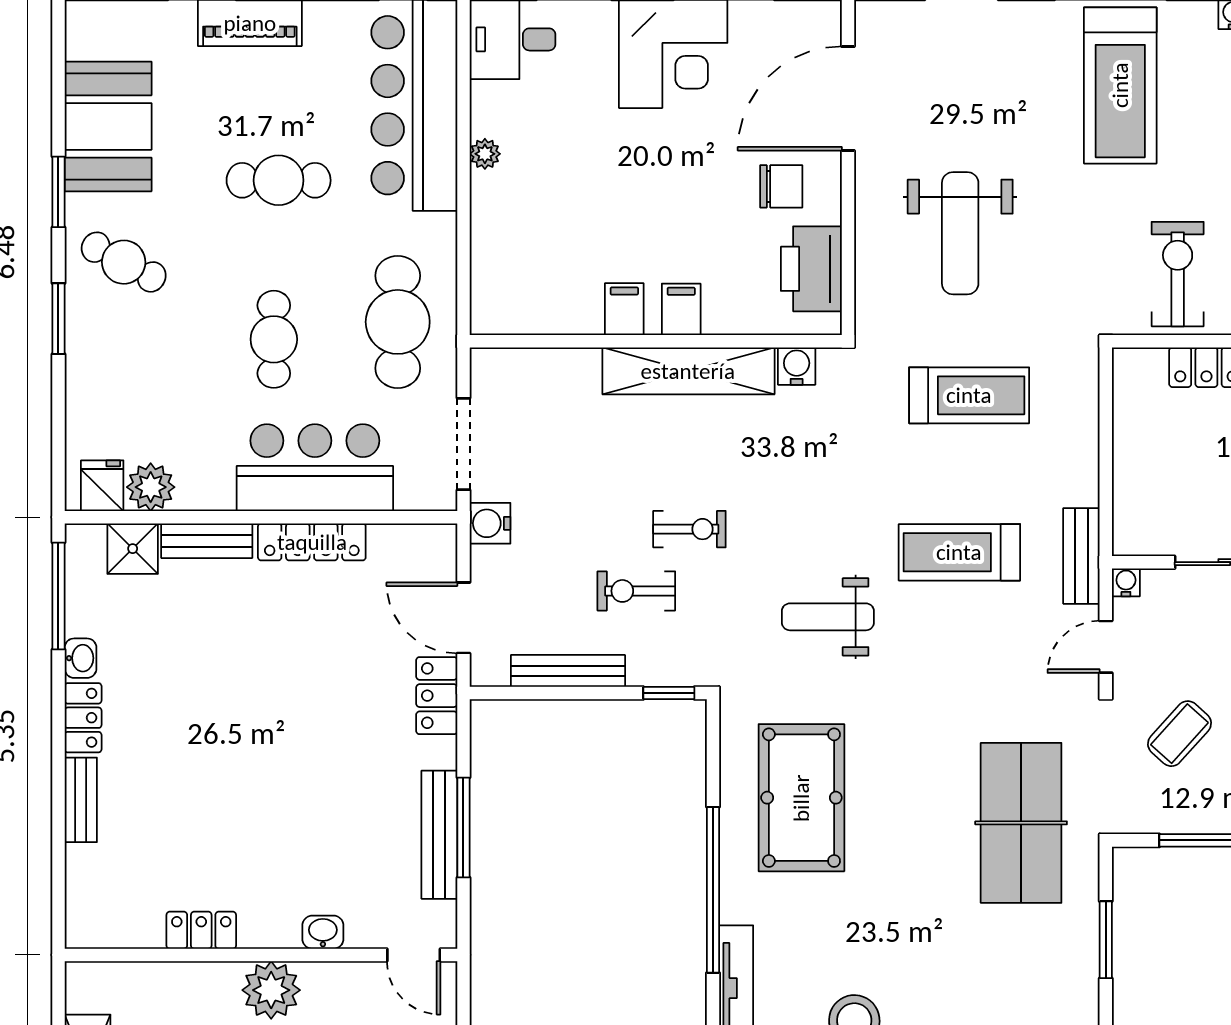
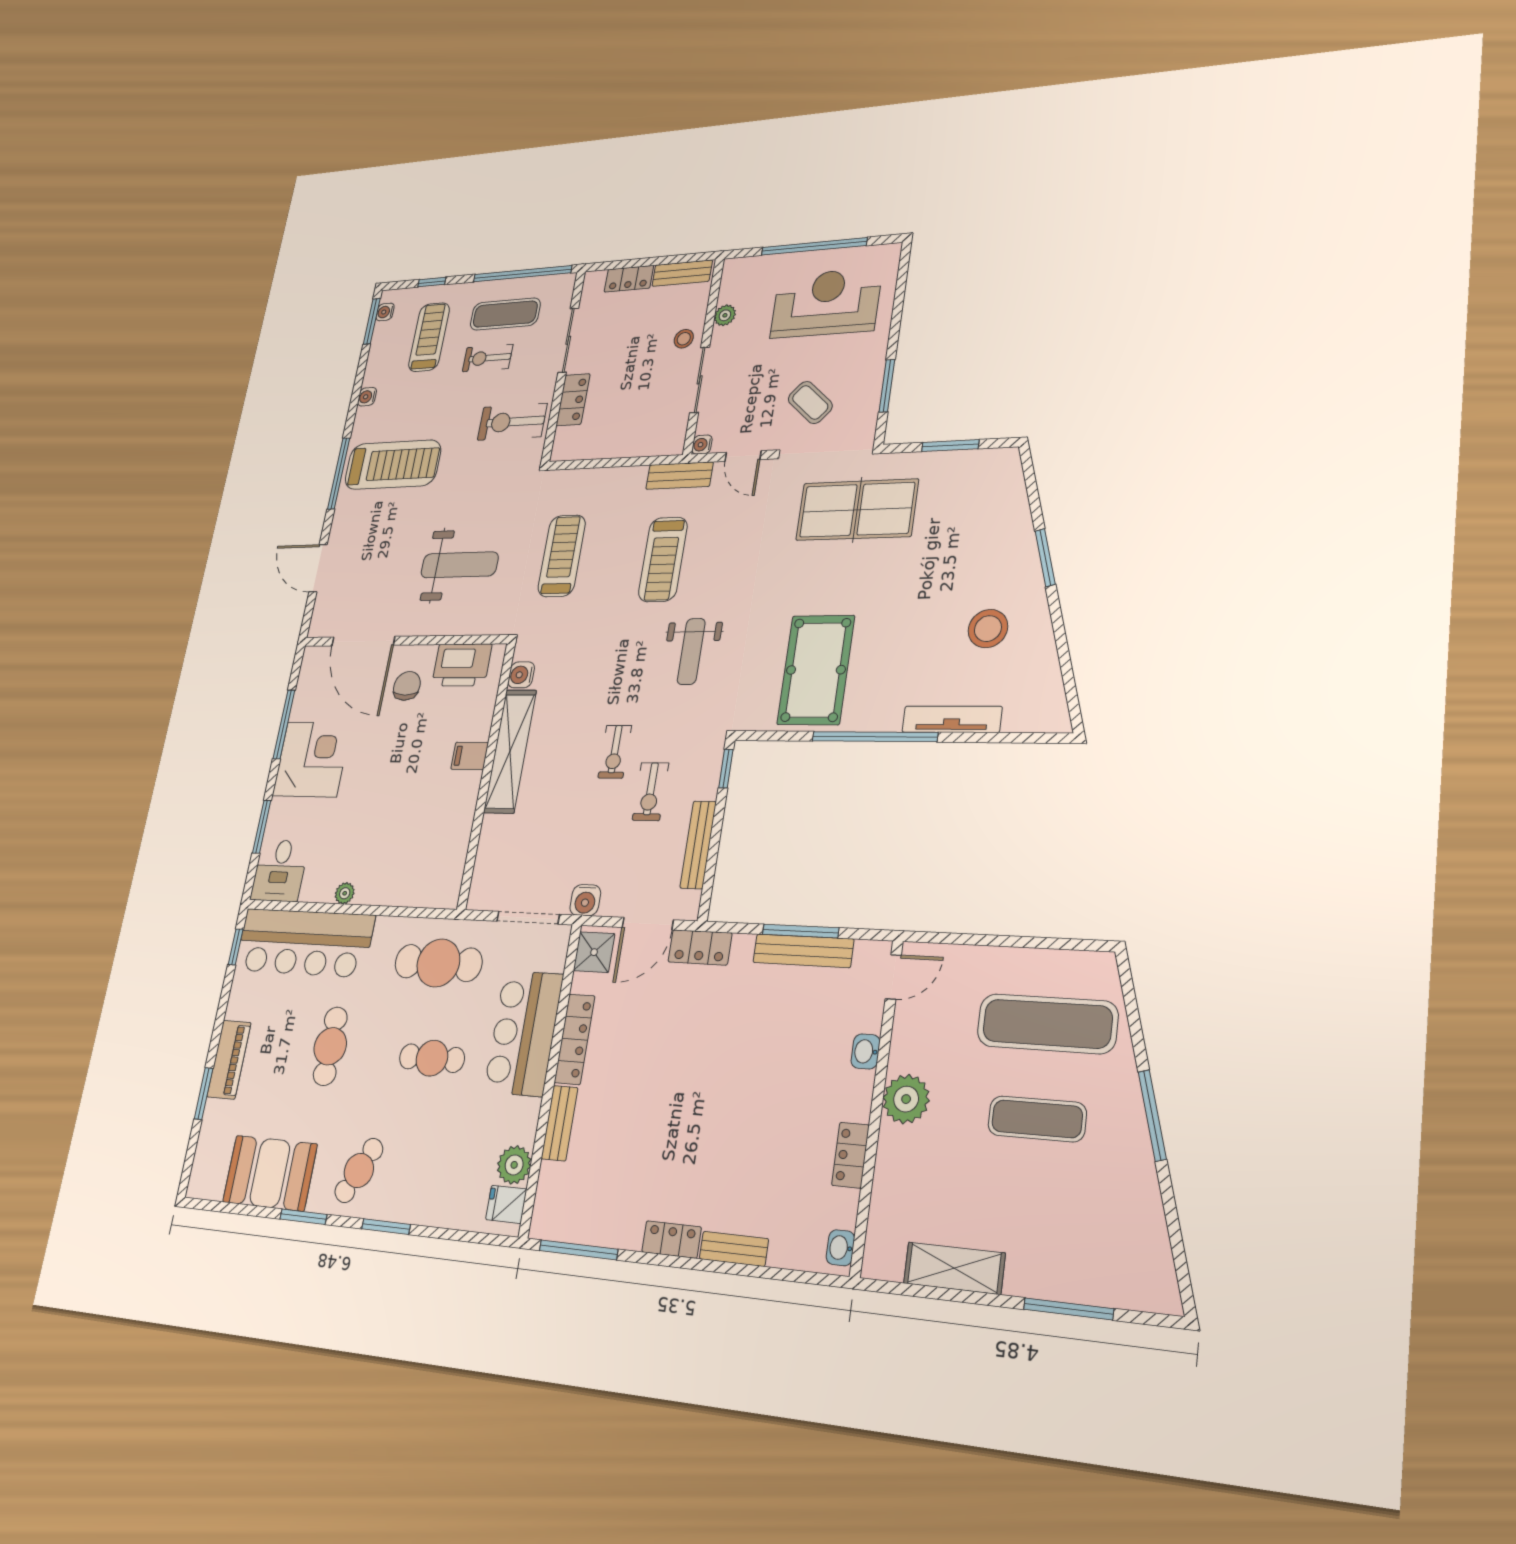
filing cabinet: (624, 309) -> (462, 796), removed
exercise bike: (689, 529) -> (615, 752), turned 180
shower: (133, 549) -> (594, 952), moved
washbasin: (81, 658) -> (840, 1248), moved, turned -90
pool table: (801, 798) -> (816, 670), turned 90

